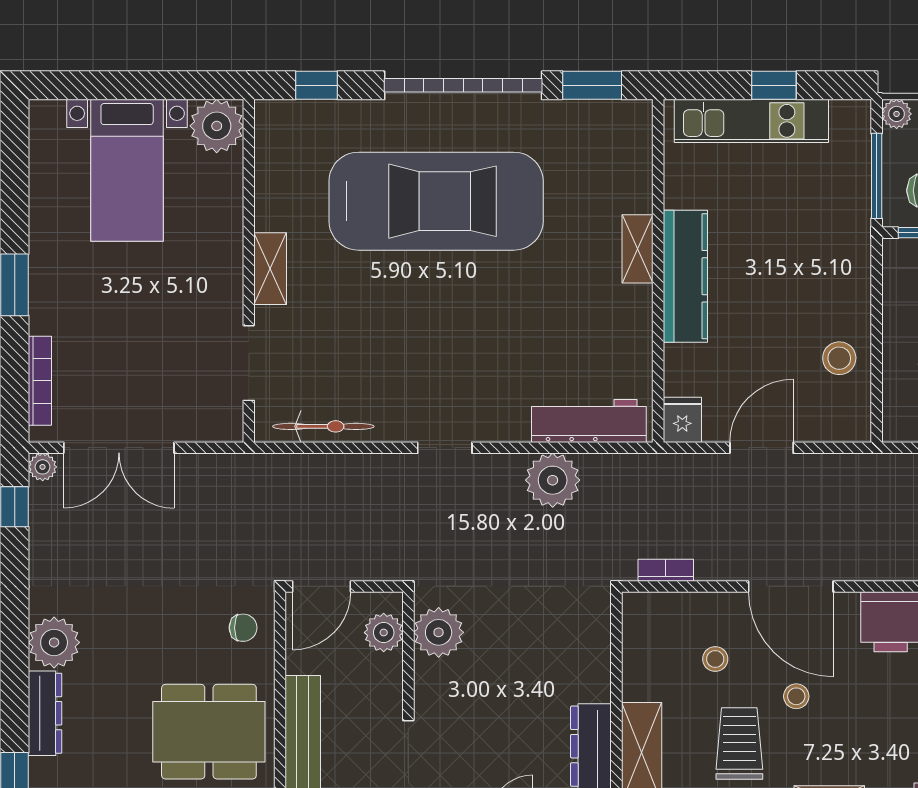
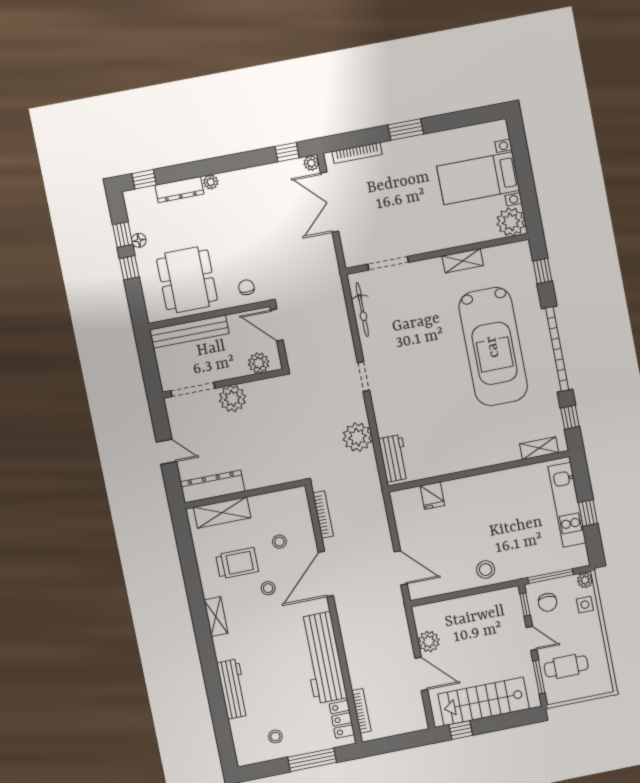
window: (592, 85) -> (570, 417), width x0.67
shelving: (637, 249) -> (539, 448), moved
shelving: (270, 269) -> (463, 261), moved
kitchen counter: (685, 276) -> (479, 486), removed
stool: (839, 358) -> (486, 570), moved
fridge: (682, 420) -> (432, 496), moved, turned 90
workbench: (589, 421) -> (394, 458), width x0.73
door: (762, 448) -> (401, 568), moved
bookcase: (666, 570) -> (323, 515), width x1.56
chair: (243, 628) -> (246, 287), turned 180
plant: (439, 632) -> (232, 398), moved
plant: (54, 642) -> (211, 182), width x0.53, depth x0.53

